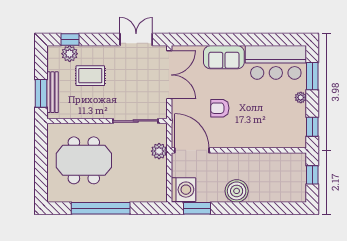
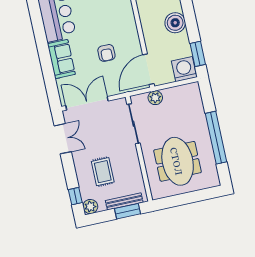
double door: (136, 40) -> (63, 139), swing flipped
plant: (70, 54) -> (90, 207), moved

